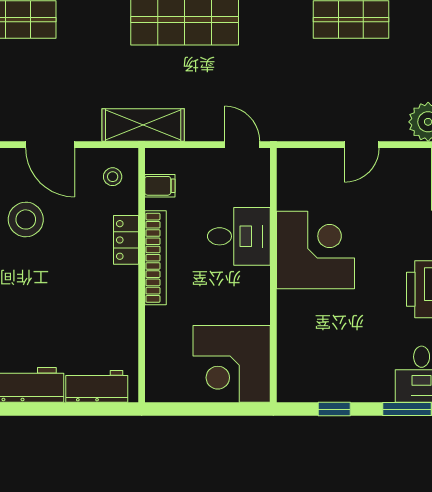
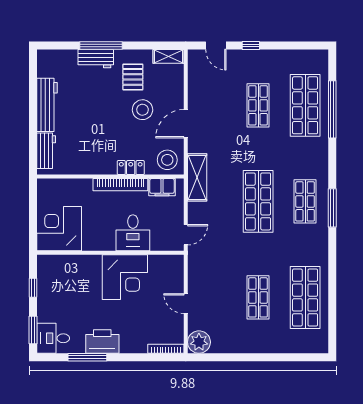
stool: (113, 177) -> (167, 160), width x1.89, depth x1.89
filing cabinet: (160, 186) -> (162, 187), width x2.00

